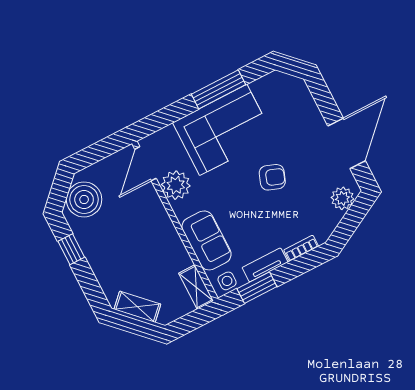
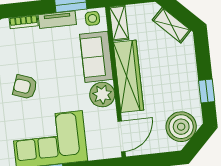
plant: (176, 185) -> (102, 95), moved
wardrobe: (163, 233) -> (128, 76), added

